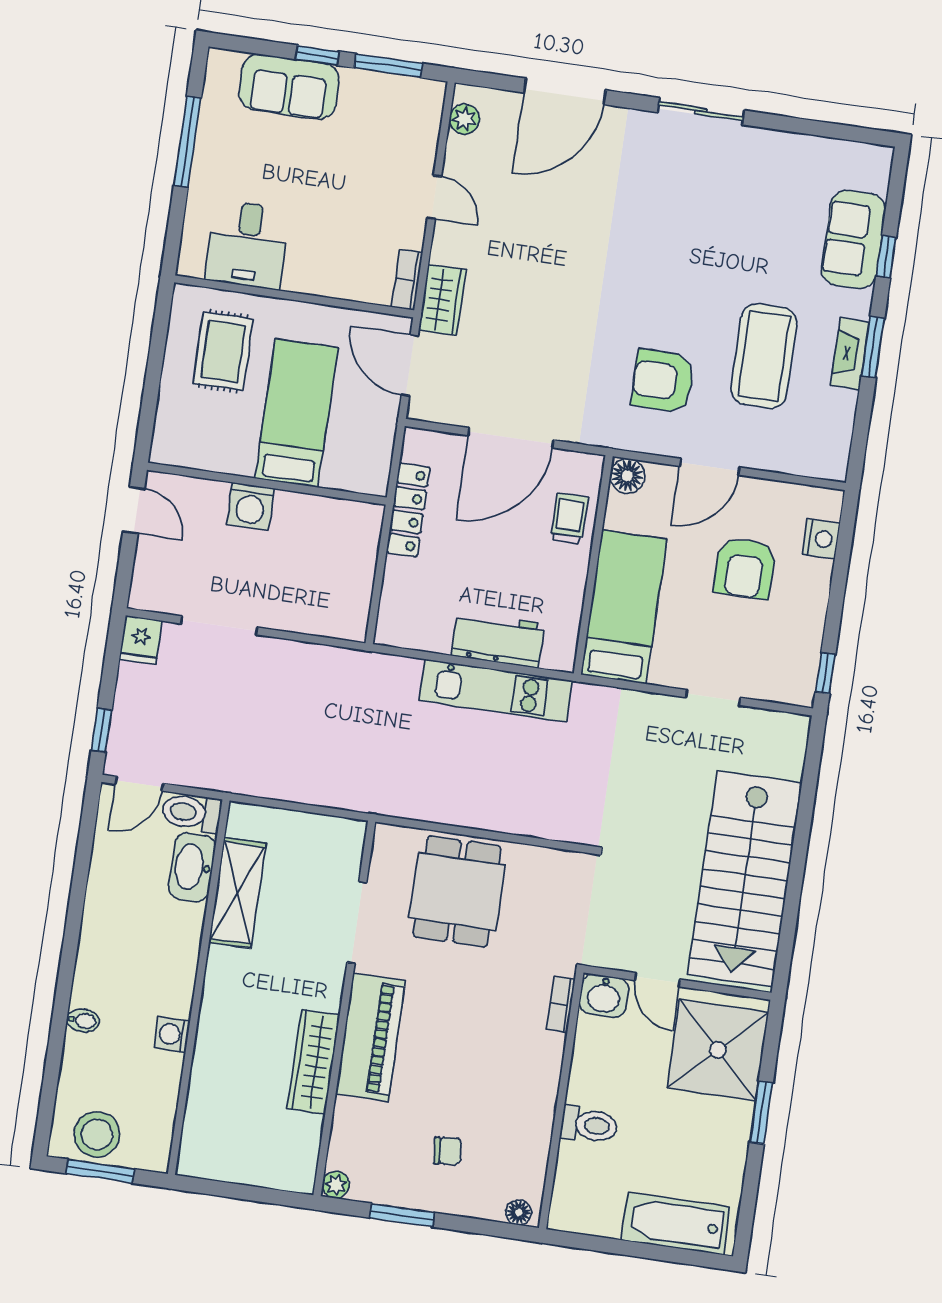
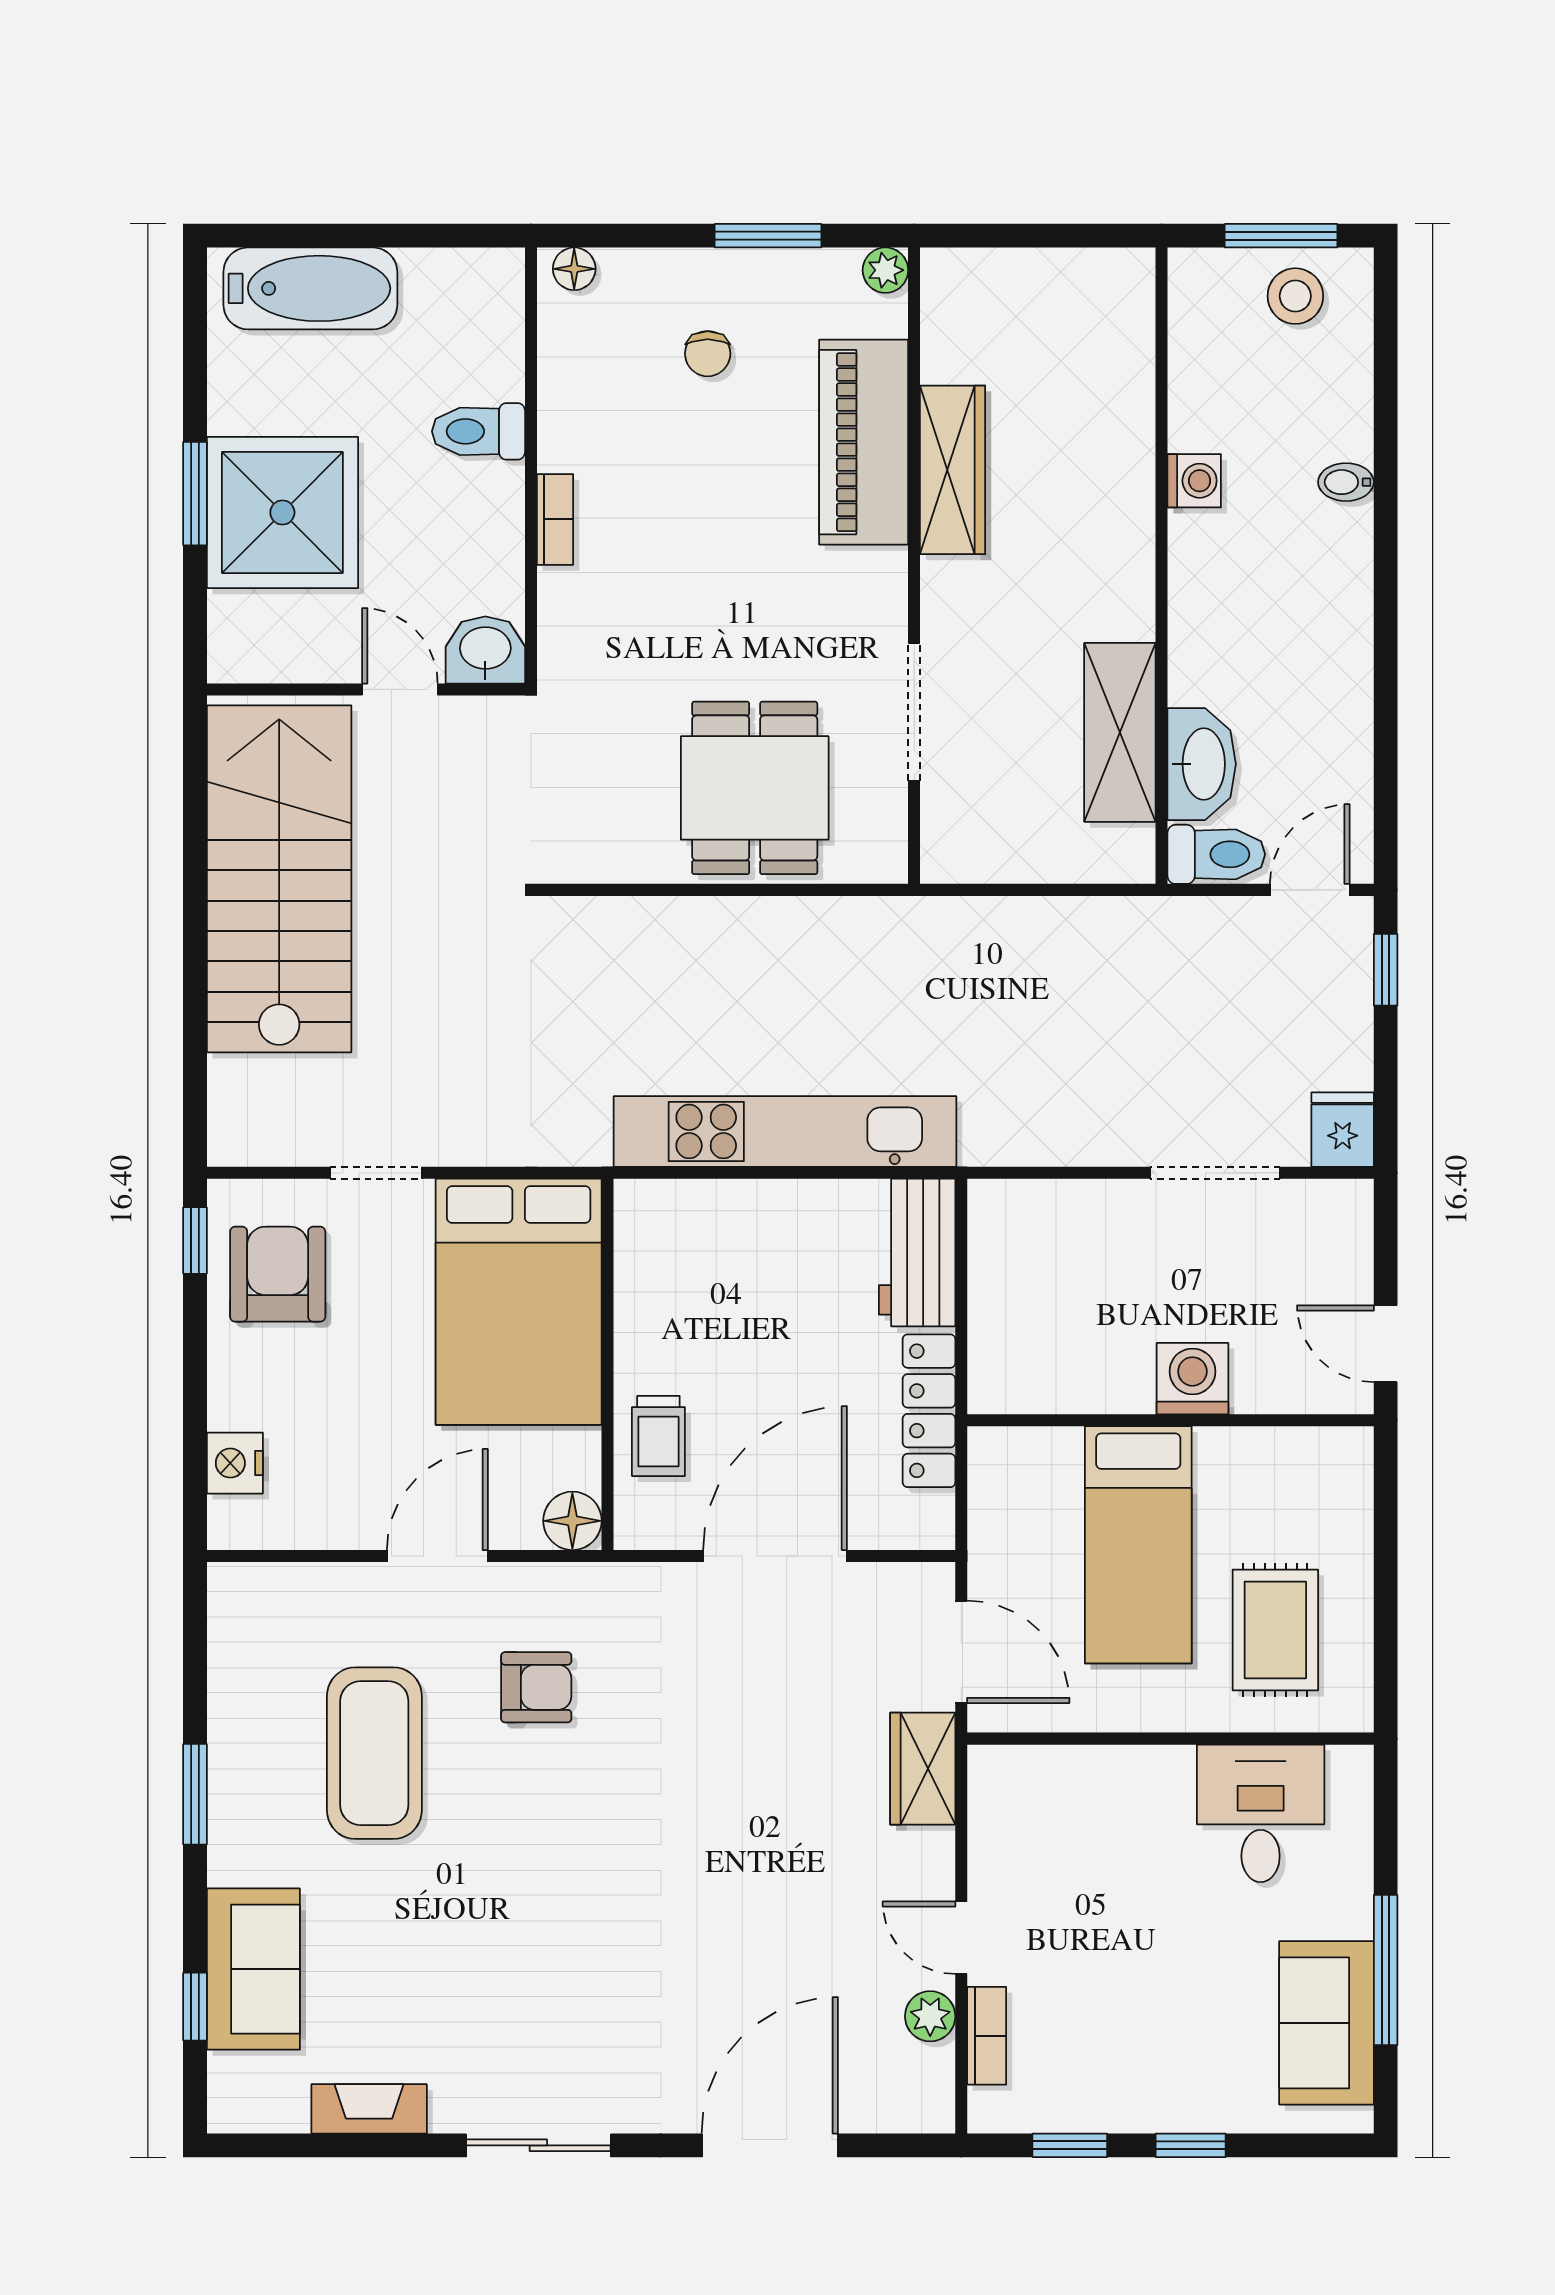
window: (388, 66) -> (1070, 2145), width x0.67
sofa: (289, 87) -> (1326, 2023), moved, turned -90
plant: (464, 119) -> (930, 2016), moved
window: (886, 257) -> (195, 2007), moved
bookcase: (407, 280) -> (987, 2036), moved
fireplace: (850, 354) -> (369, 2109), moved, turned -90
armchair: (663, 381) -> (536, 1687), width x0.72, depth x0.72
armchair: (745, 568) -> (278, 1274), moved
bed: (624, 607) -> (519, 1302), width x1.50
workbench: (498, 640) -> (917, 1253), moved, turned 90
kitchen unit: (496, 691) -> (785, 1131), width x1.36
bookcase: (561, 1004) -> (555, 519), moved
piano: (370, 1037) -> (864, 442), moved
shower: (718, 1050) -> (282, 512), moved
stool: (97, 1134) -> (1295, 296), width x0.73, depth x0.73
chair: (448, 1151) -> (708, 354), turned -84

